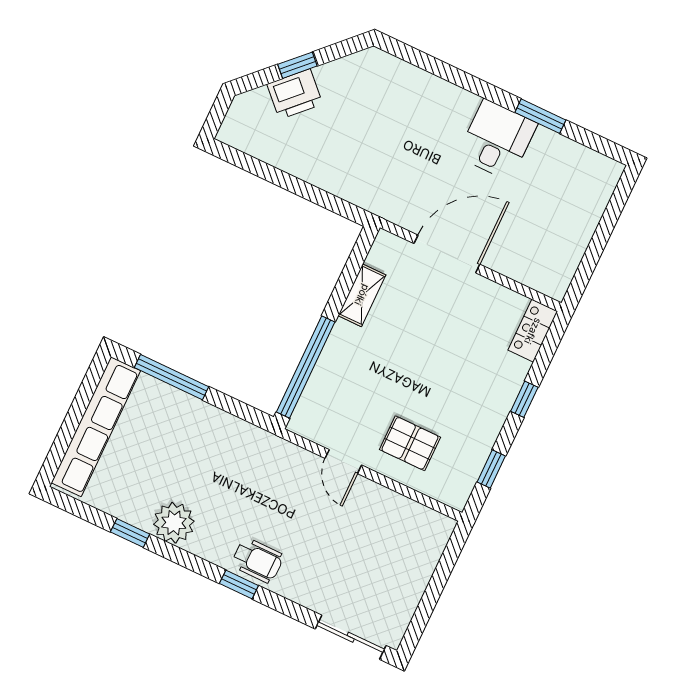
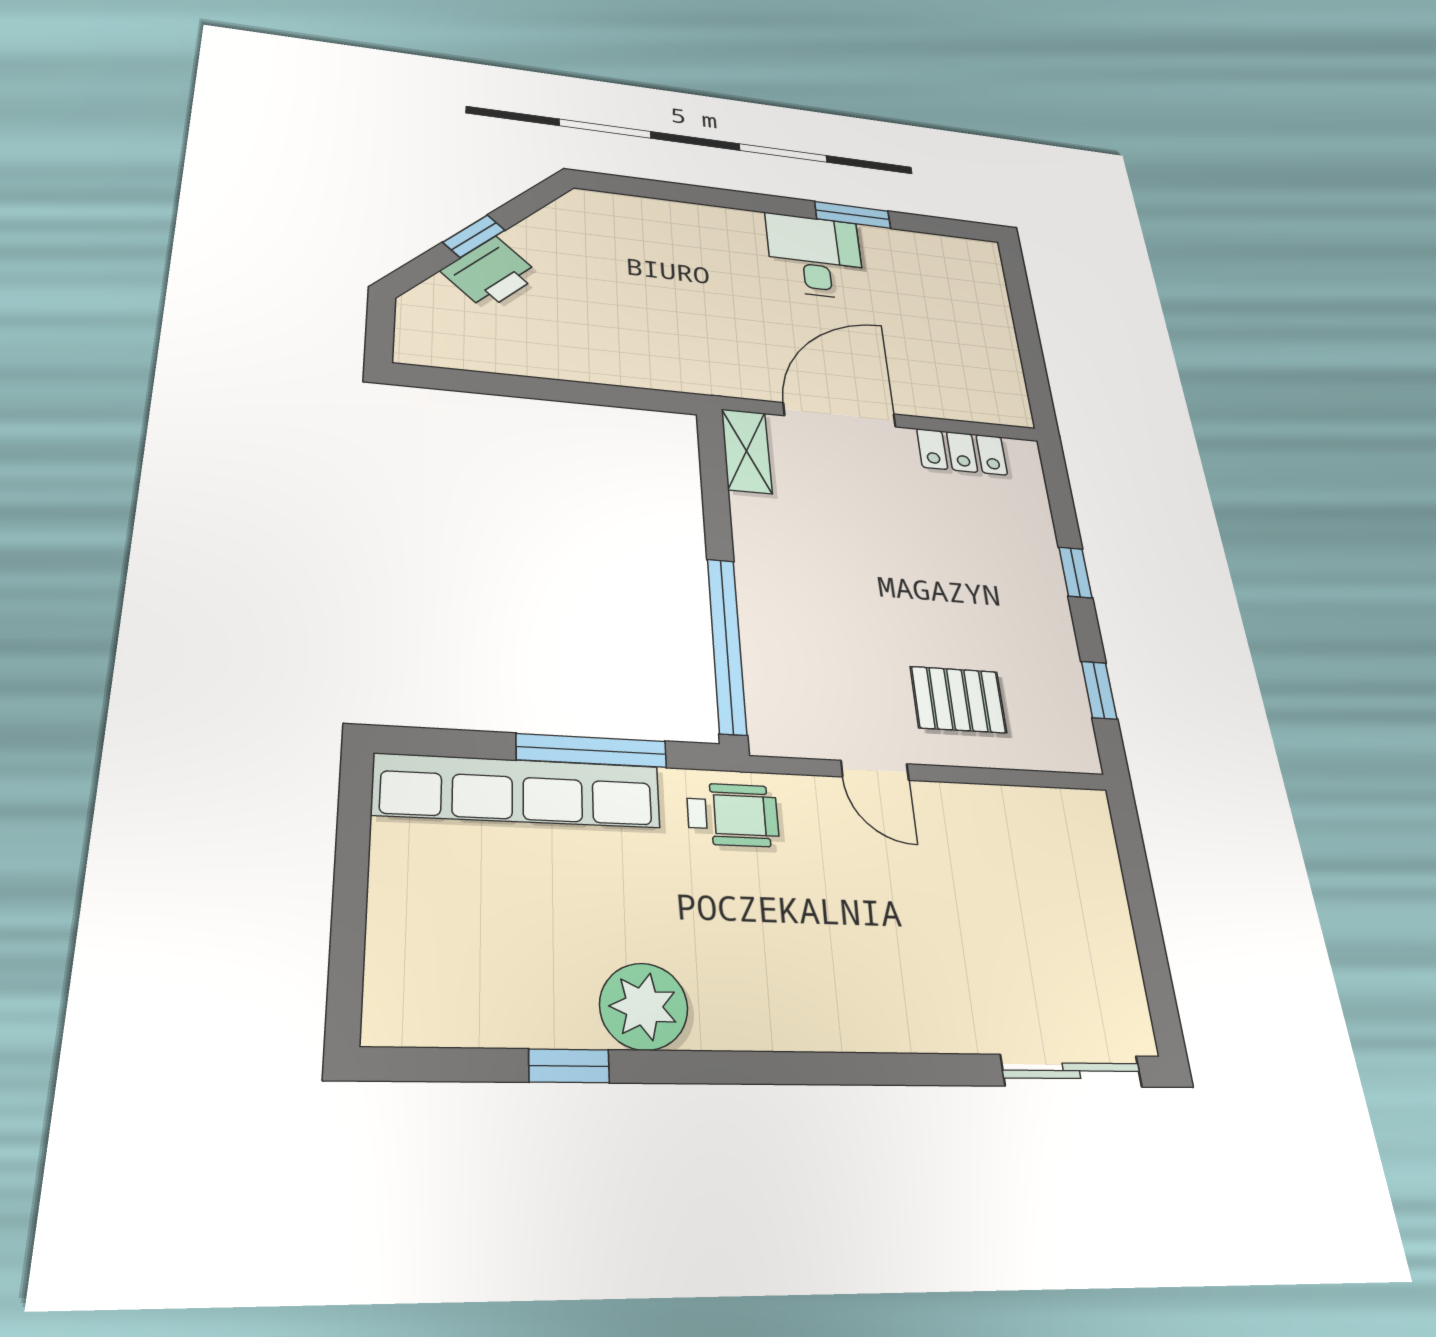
shelving: (362, 295) -> (747, 451), moved
locker: (533, 331) -> (962, 452), moved, turned -90
window: (172, 377) -> (592, 750), moved
row of seats: (96, 427) -> (518, 791), moved, turned 90
wheelchair: (257, 560) -> (733, 815), moved
window: (239, 584) -> (826, 1068), removed

